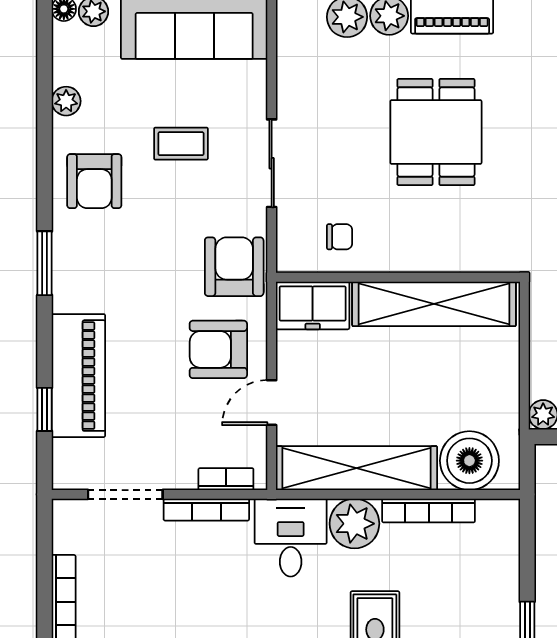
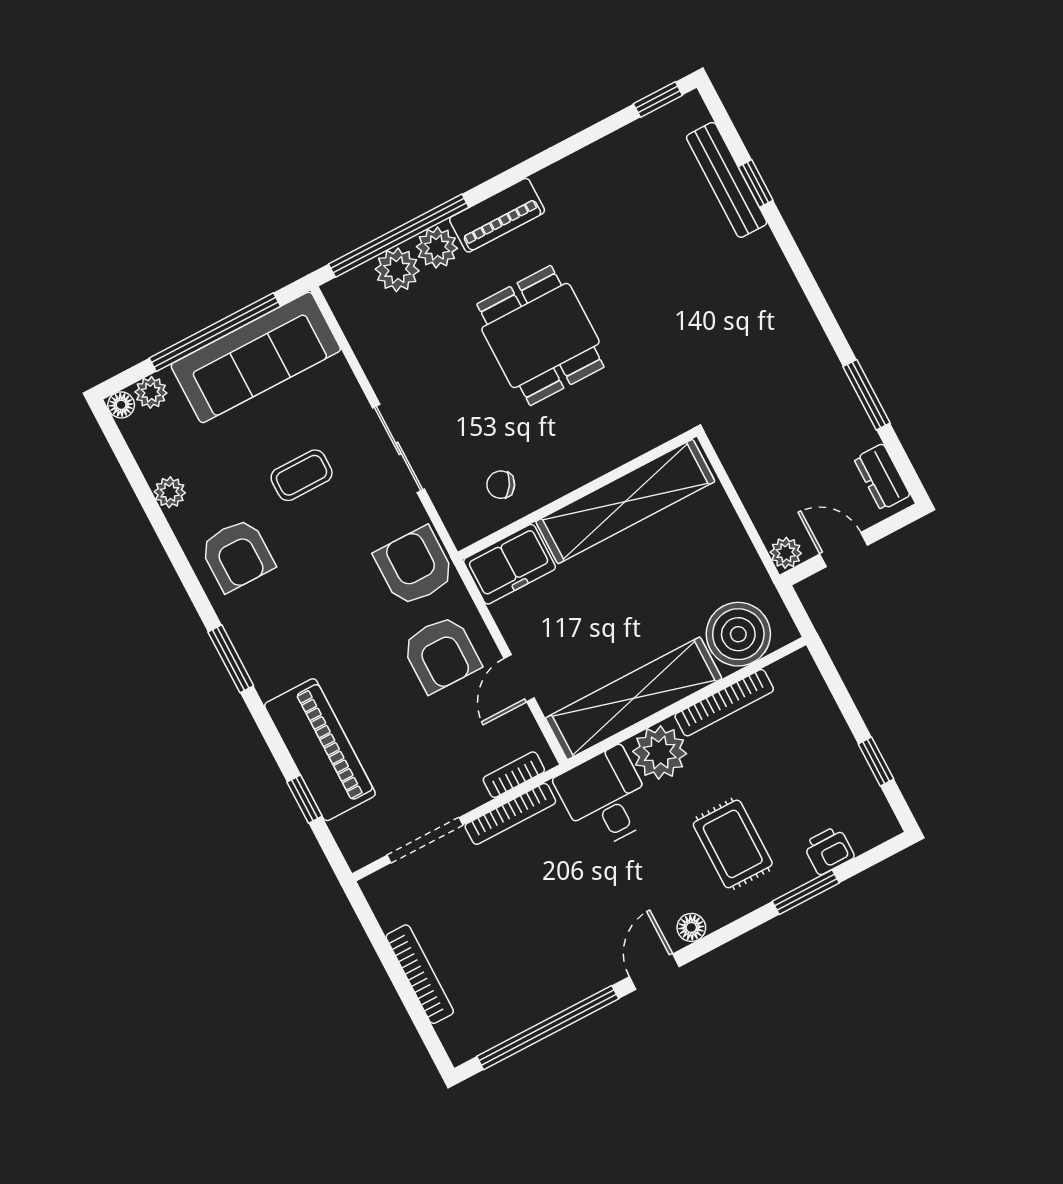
chair: (340, 237) -> (501, 485), turned -148
armchair: (218, 349) -> (441, 654), turned -90

